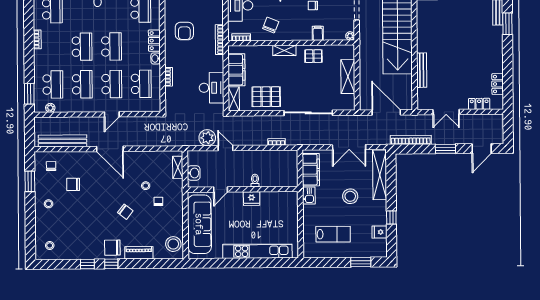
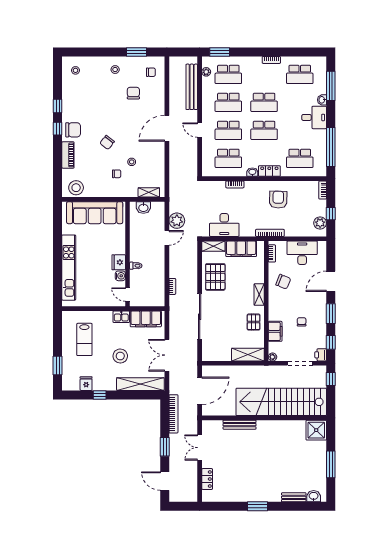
window: (507, 24) -> (257, 506), moved
armchair: (184, 31) -> (278, 200), turned 91
filing cabinet: (318, 33) -> (275, 331), width x2.00
shelving: (348, 77) -> (248, 355), moved
locker: (498, 84) -> (226, 497), removed
bench: (63, 141) -> (192, 87), moved
door: (221, 189) -> (128, 295), moved
water cooler: (266, 197) -> (120, 276), added
chair: (112, 248) -> (73, 130), turned 90

